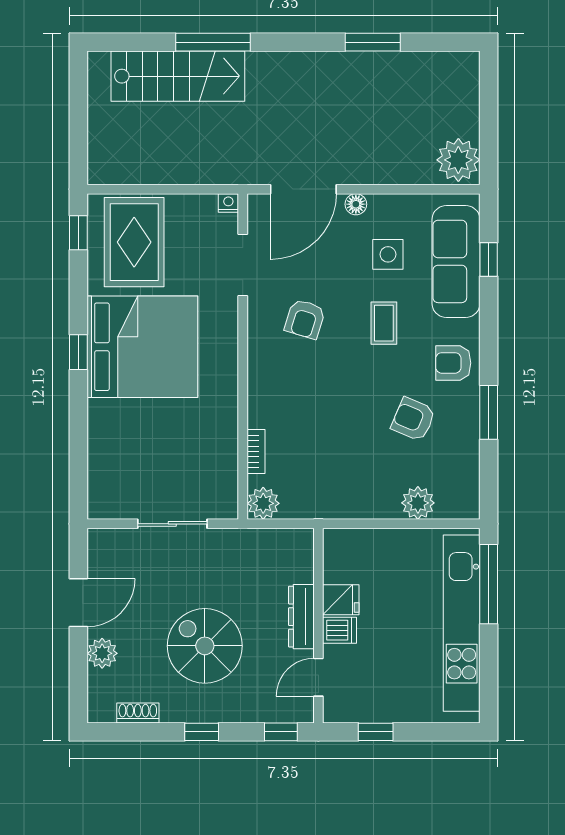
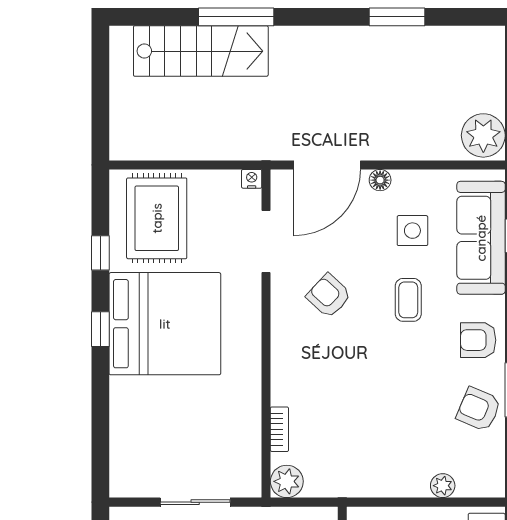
window: (78, 233) -> (100, 253), moved
armchair: (305, 319) -> (329, 296), turned 116
armchair: (413, 419) -> (479, 409), moved
plant: (418, 503) -> (443, 486), width x0.73, depth x0.73

